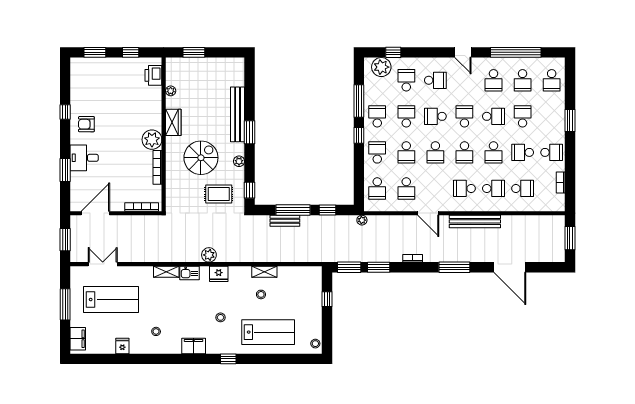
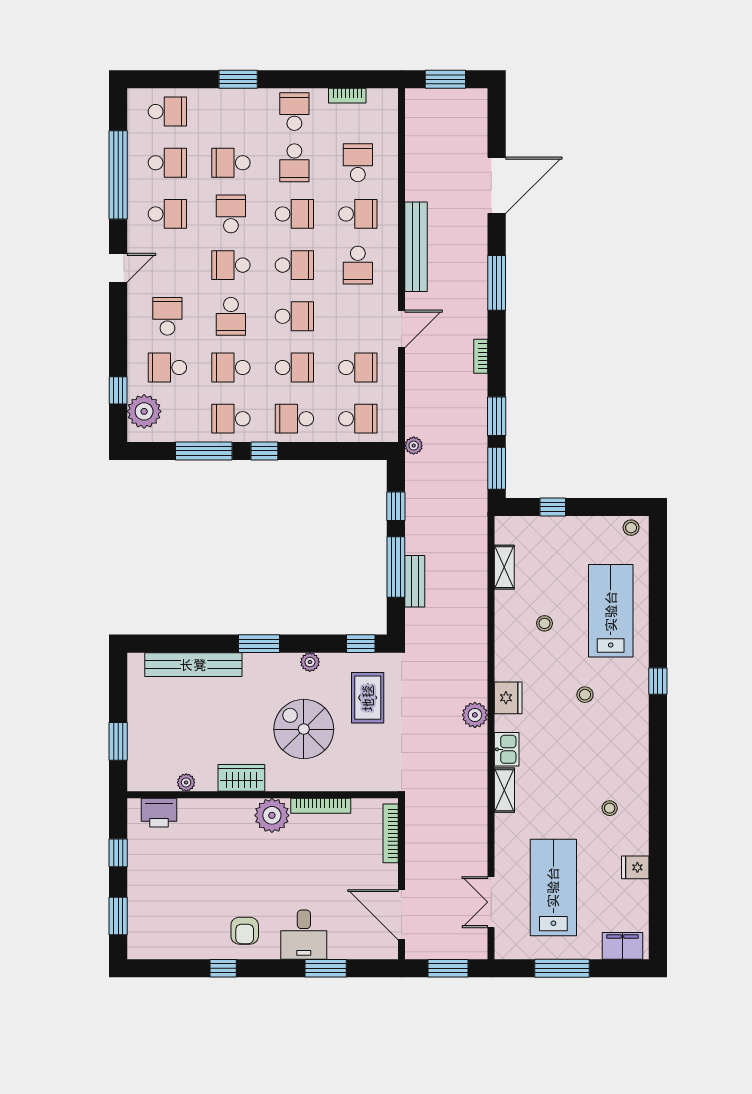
bench: (238, 114) -> (193, 665), moved
school desk: (494, 188) -> (358, 214), turned 90
shelving: (264, 272) -> (504, 567), moved
filing cabinet: (194, 346) -> (635, 742), removed

